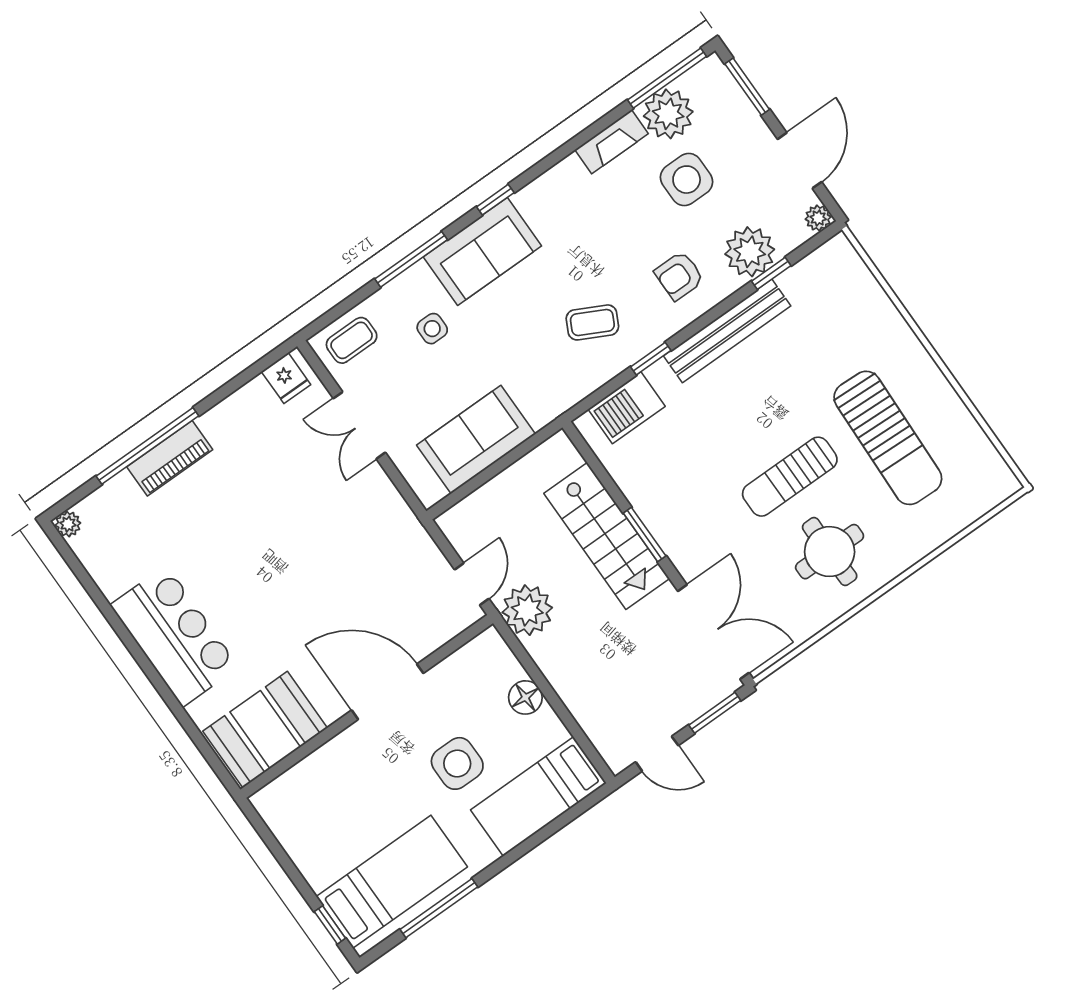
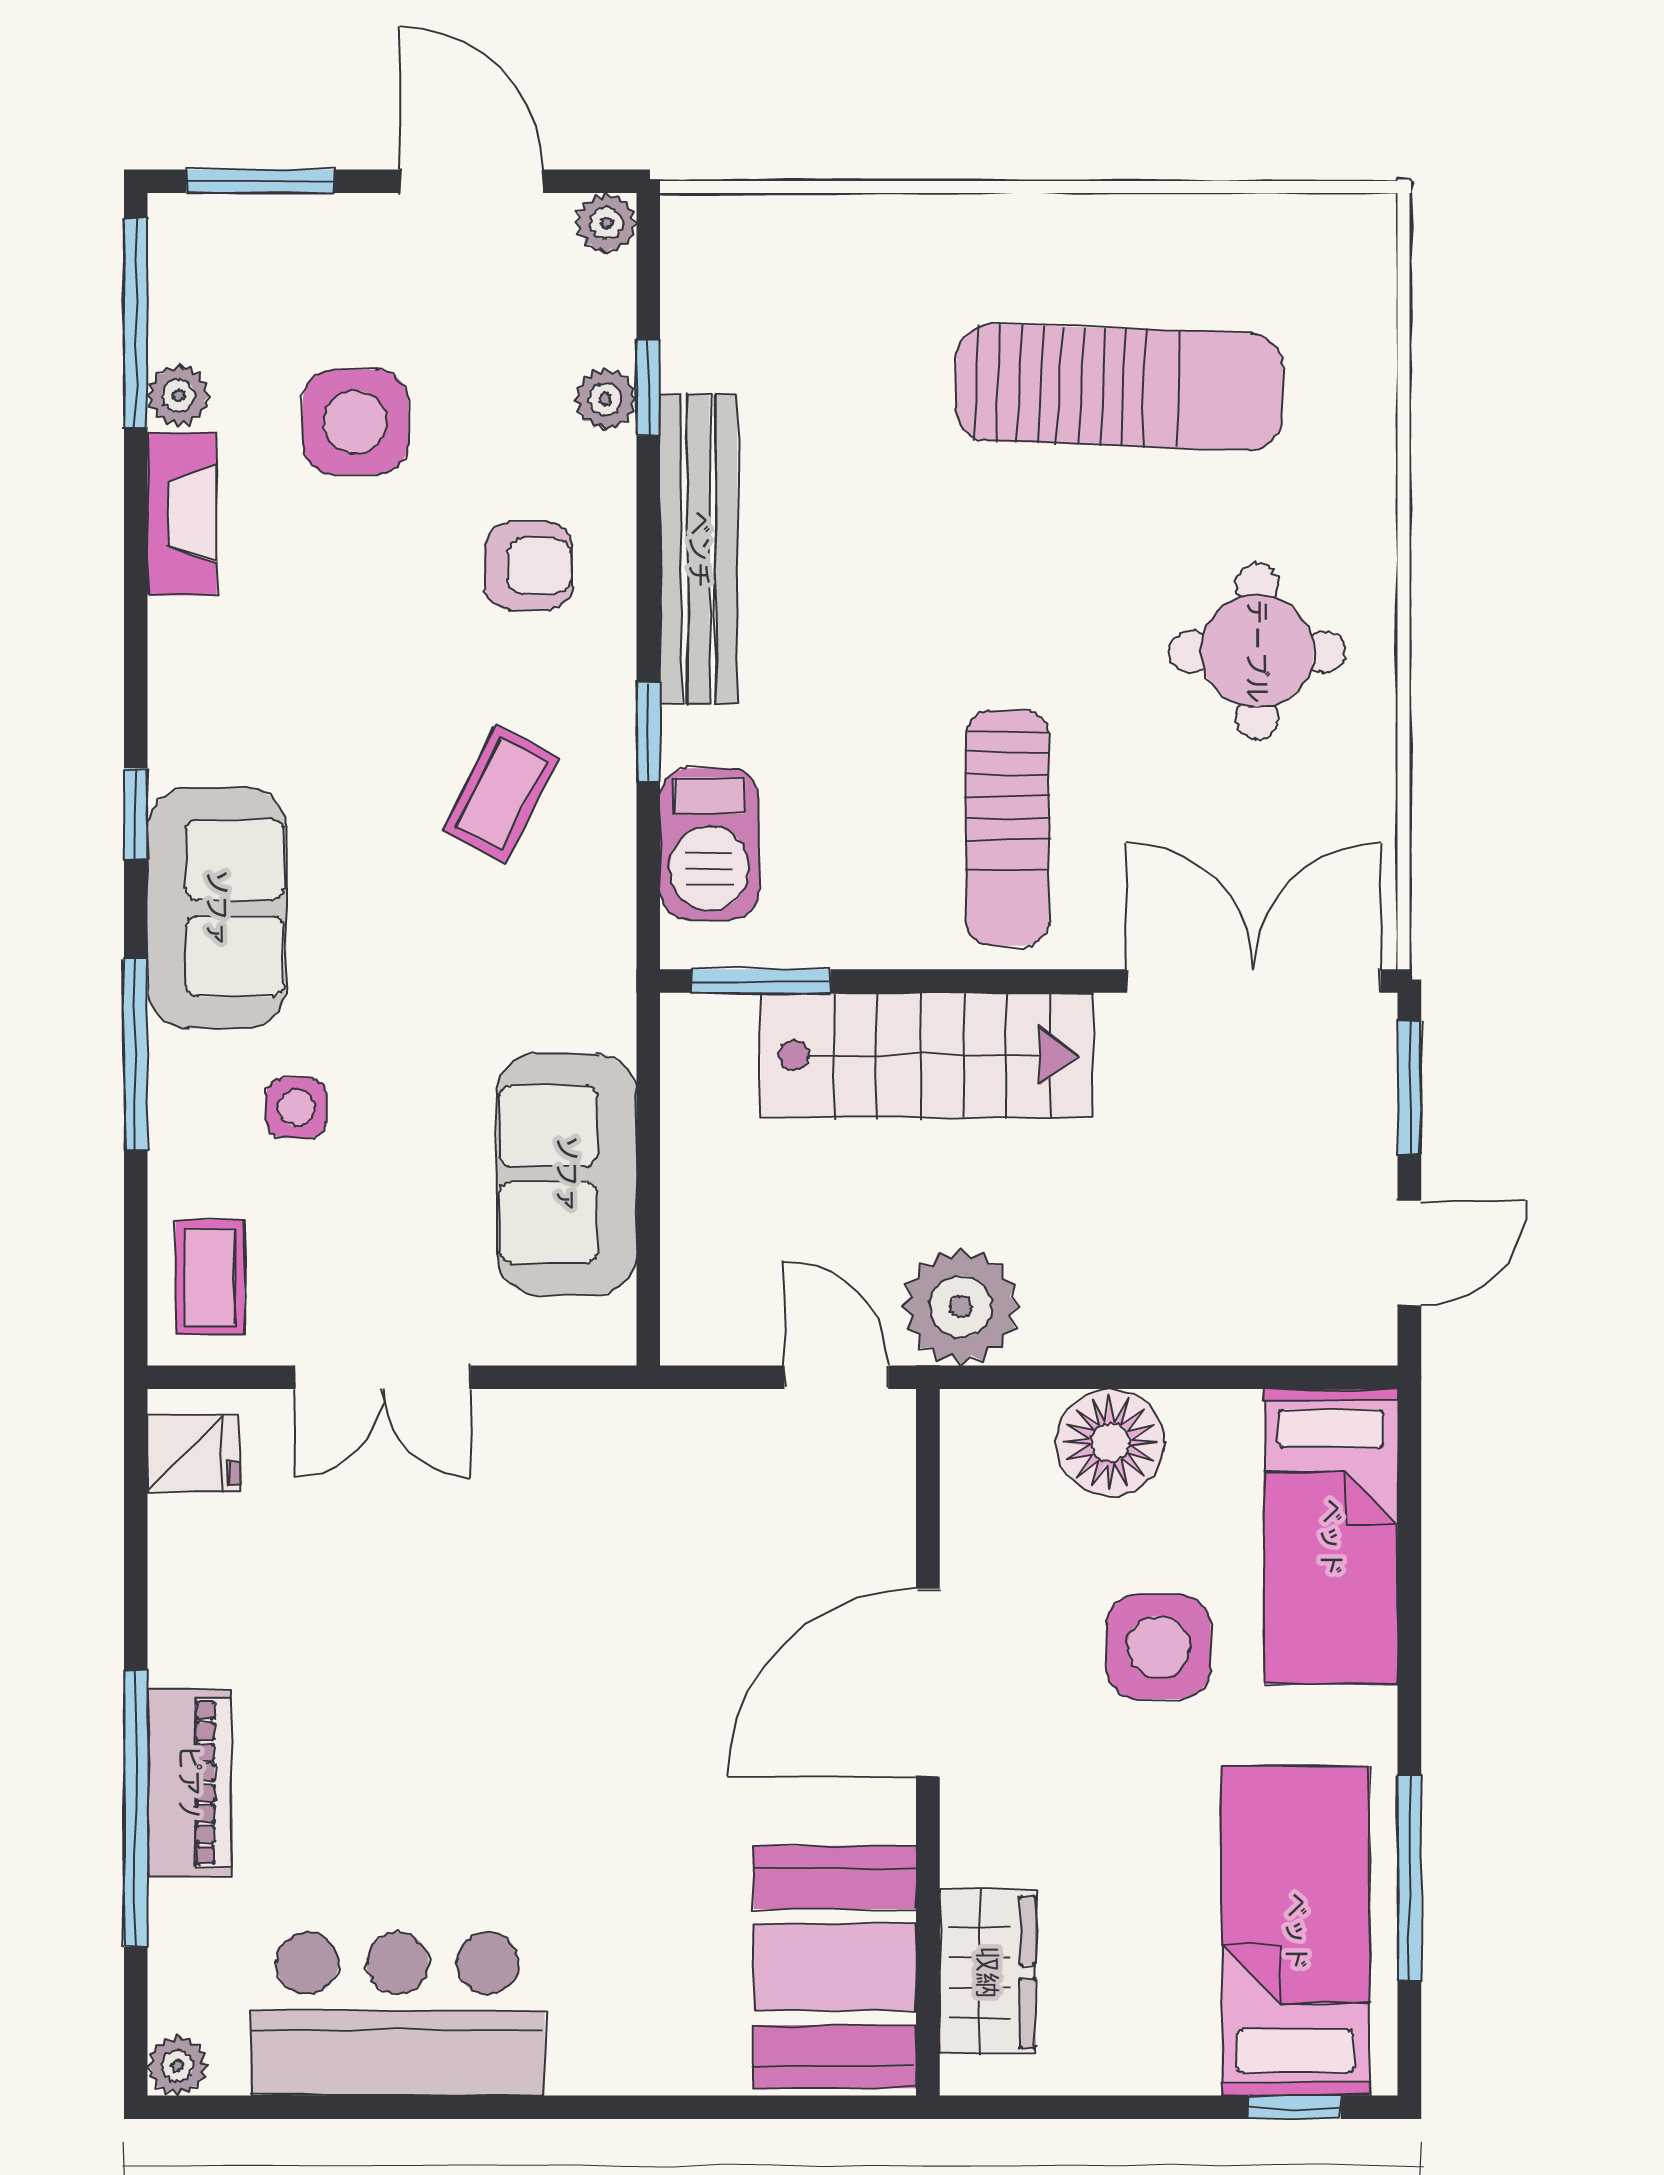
plant: (668, 114) -> (178, 396), width x0.53, depth x0.53
plant: (750, 252) -> (605, 399), width x0.53, depth x0.53
armchair: (679, 276) -> (529, 566), turned -90
sun lounger: (790, 477) -> (1007, 828), moved
window: (645, 535) -> (761, 981), moved
bar counter: (174, 636) -> (398, 2014), moved
floor lamp: (525, 697) -> (1110, 1442), width x1.38, depth x1.38
wardrobe: (301, 784) -> (987, 1972), added

